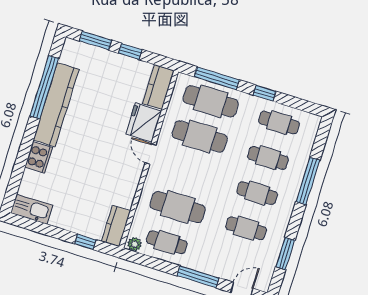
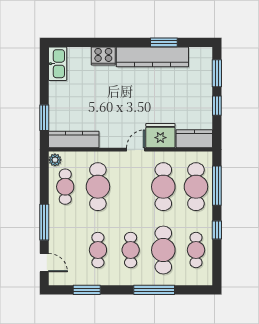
window: (44, 87) -> (164, 42), width x0.47
cafe table: (268, 158) -> (163, 250), width x1.37, depth x1.35
kitchen counter: (116, 226) -> (74, 139), width x1.50
window: (85, 242) -> (44, 118), width x1.50

